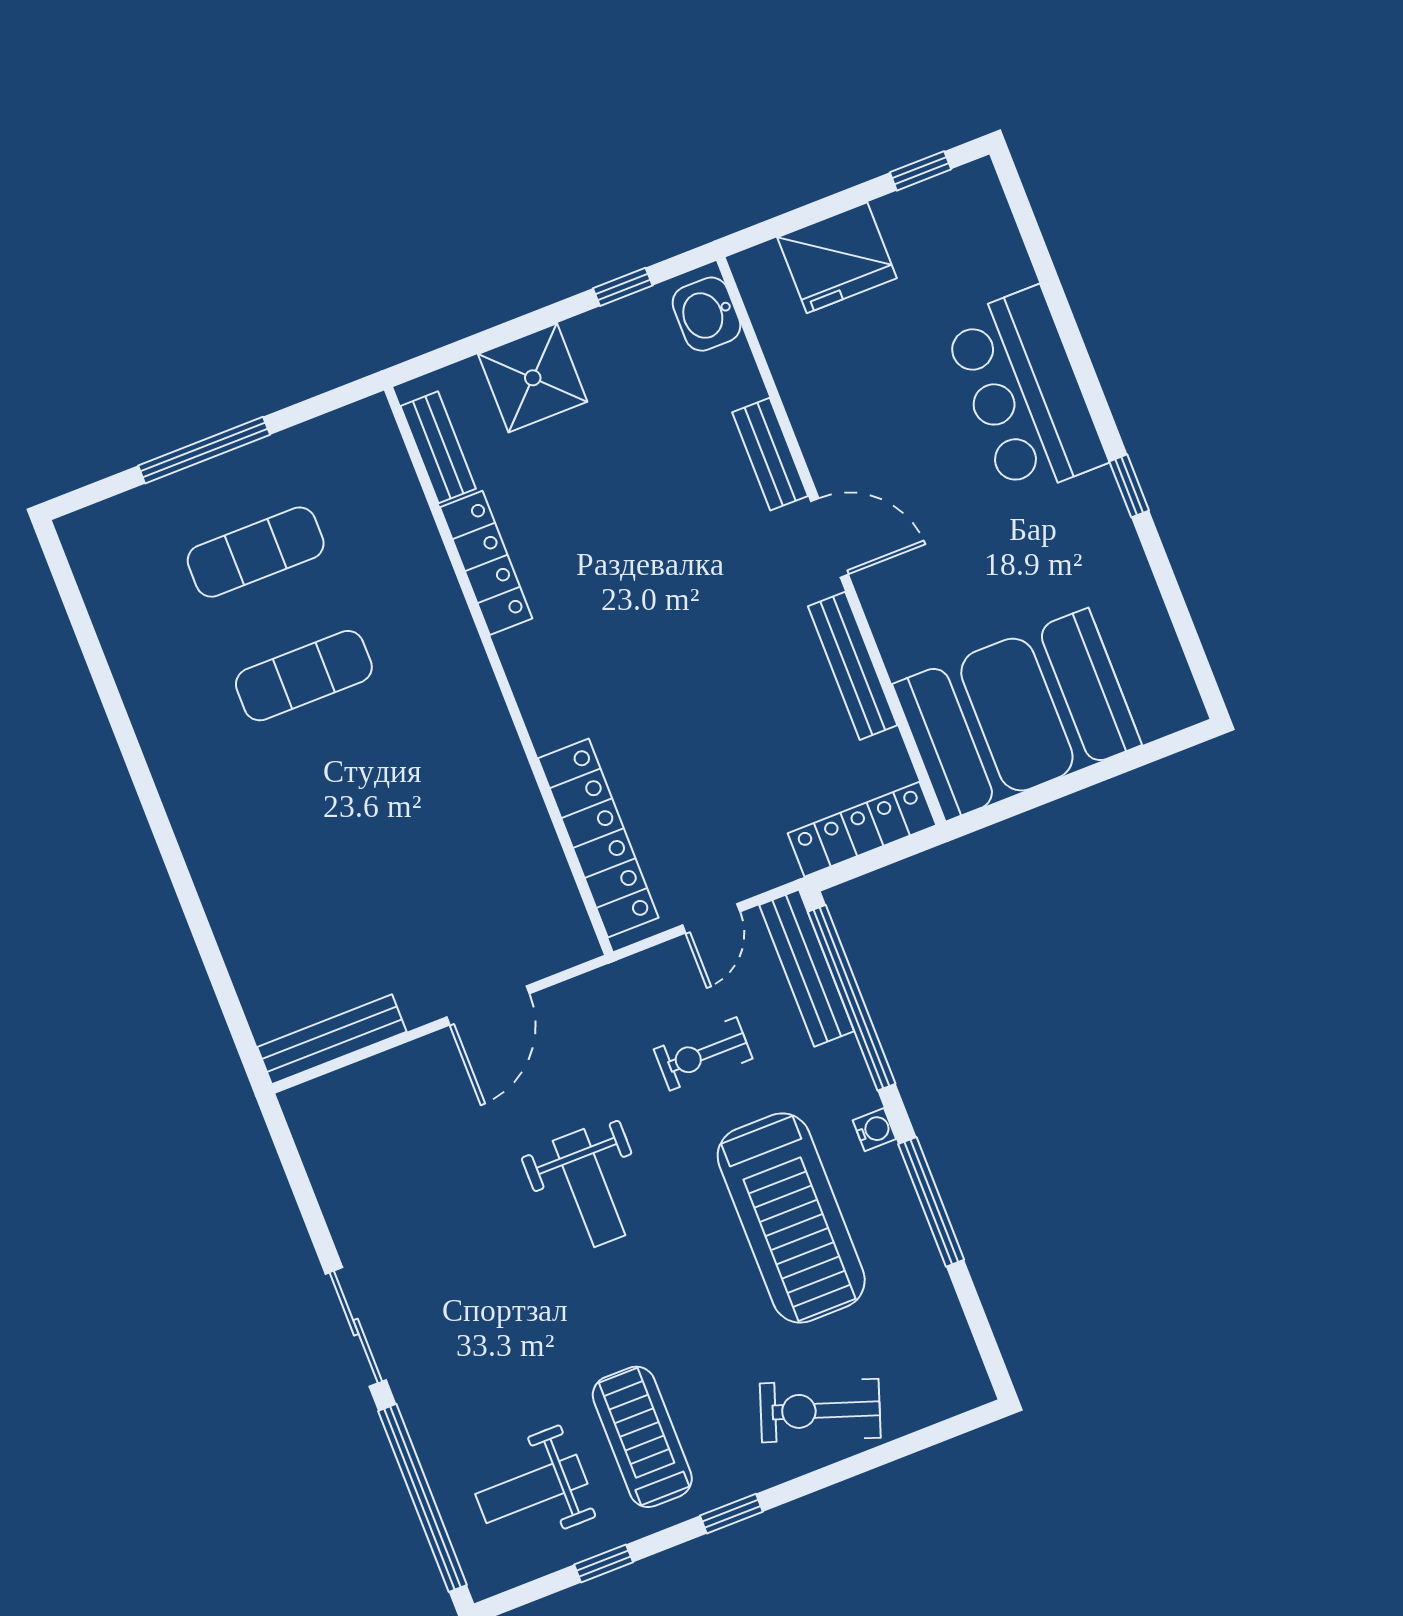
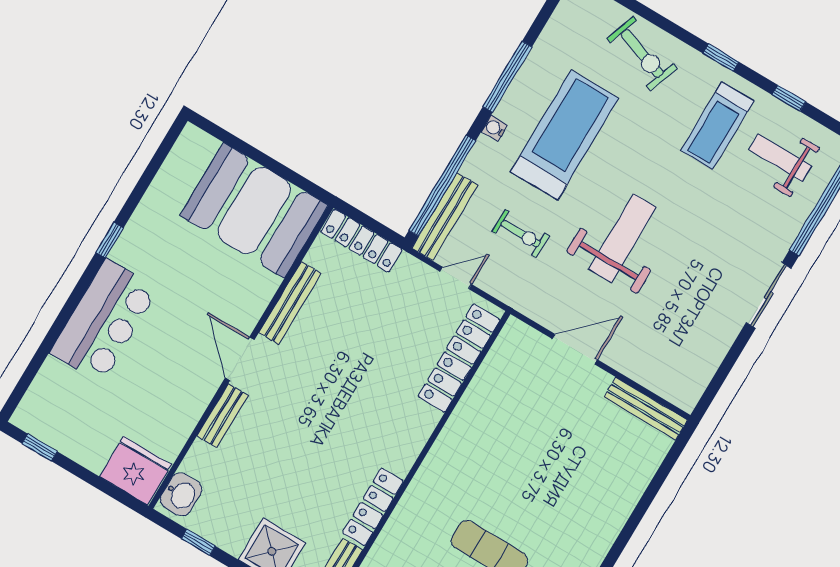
fridge: (837, 258) -> (135, 471), moved
weight bench: (589, 1188) -> (622, 238), width x1.36, depth x1.33
weight bench: (531, 1489) -> (780, 158), turned 180

